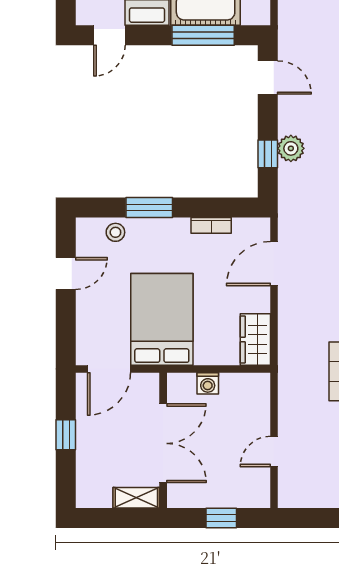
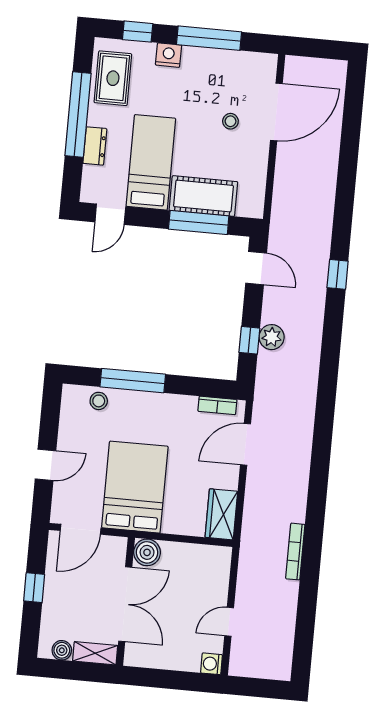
window: (149, 208) -> (133, 381), width x1.44
bookcase: (211, 225) -> (217, 405), moved
door: (66, 274) -> (46, 465), moved
washing machine: (208, 383) -> (212, 664), moved, turned 90
boiler: (181, 387) -> (147, 552), added
boiler: (101, 498) -> (62, 650), added
window: (221, 518) -> (173, 680), removed

